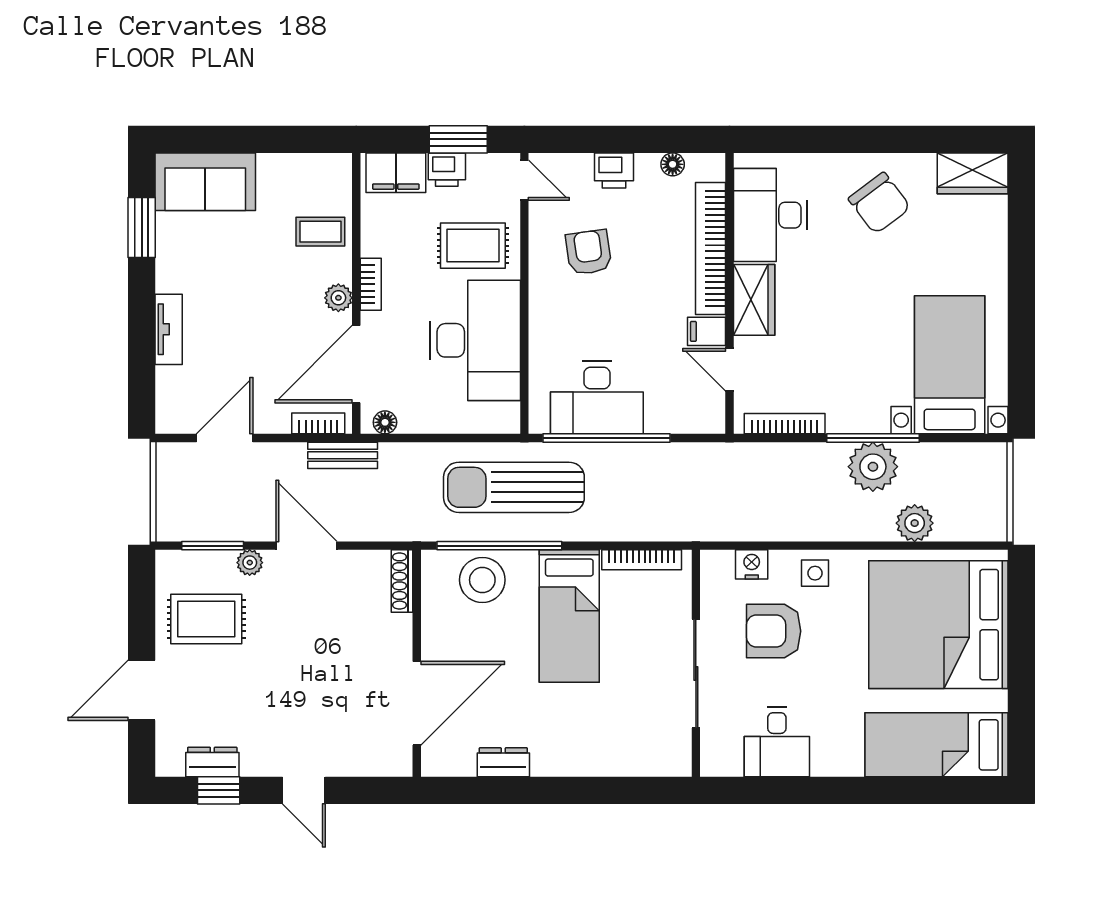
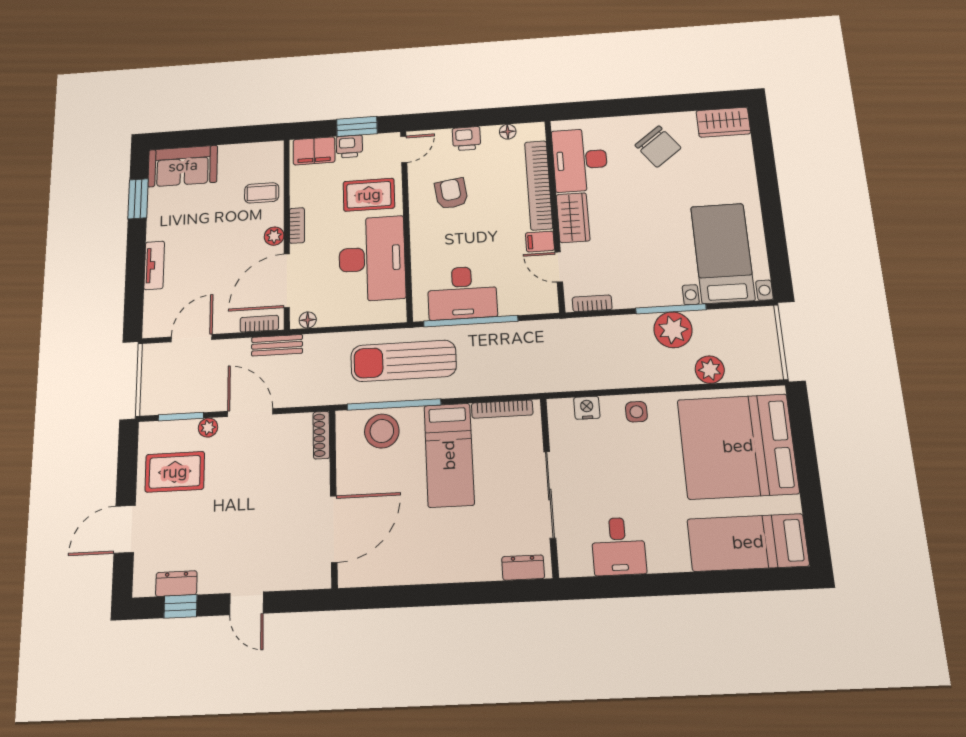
door: (524, 180) -> (404, 149), hinge flipped
bookcase: (785, 424) -> (592, 303), width x0.64
armchair: (774, 631) -> (608, 458), removed
dresser: (503, 762) -> (523, 568), moved

